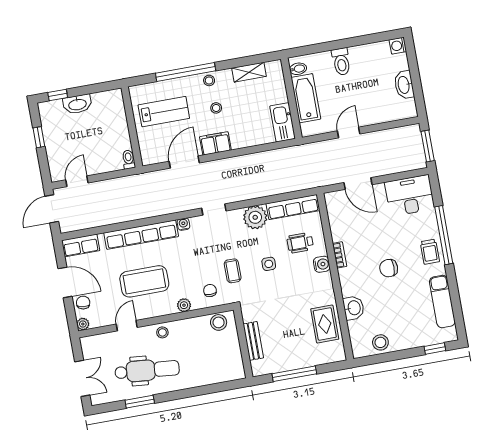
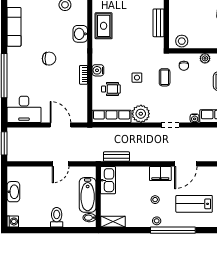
shelving: (249, 72) -> (113, 222), moved
bench: (277, 155) -> (116, 157), added
trolley: (430, 252) -> (17, 65), removed

